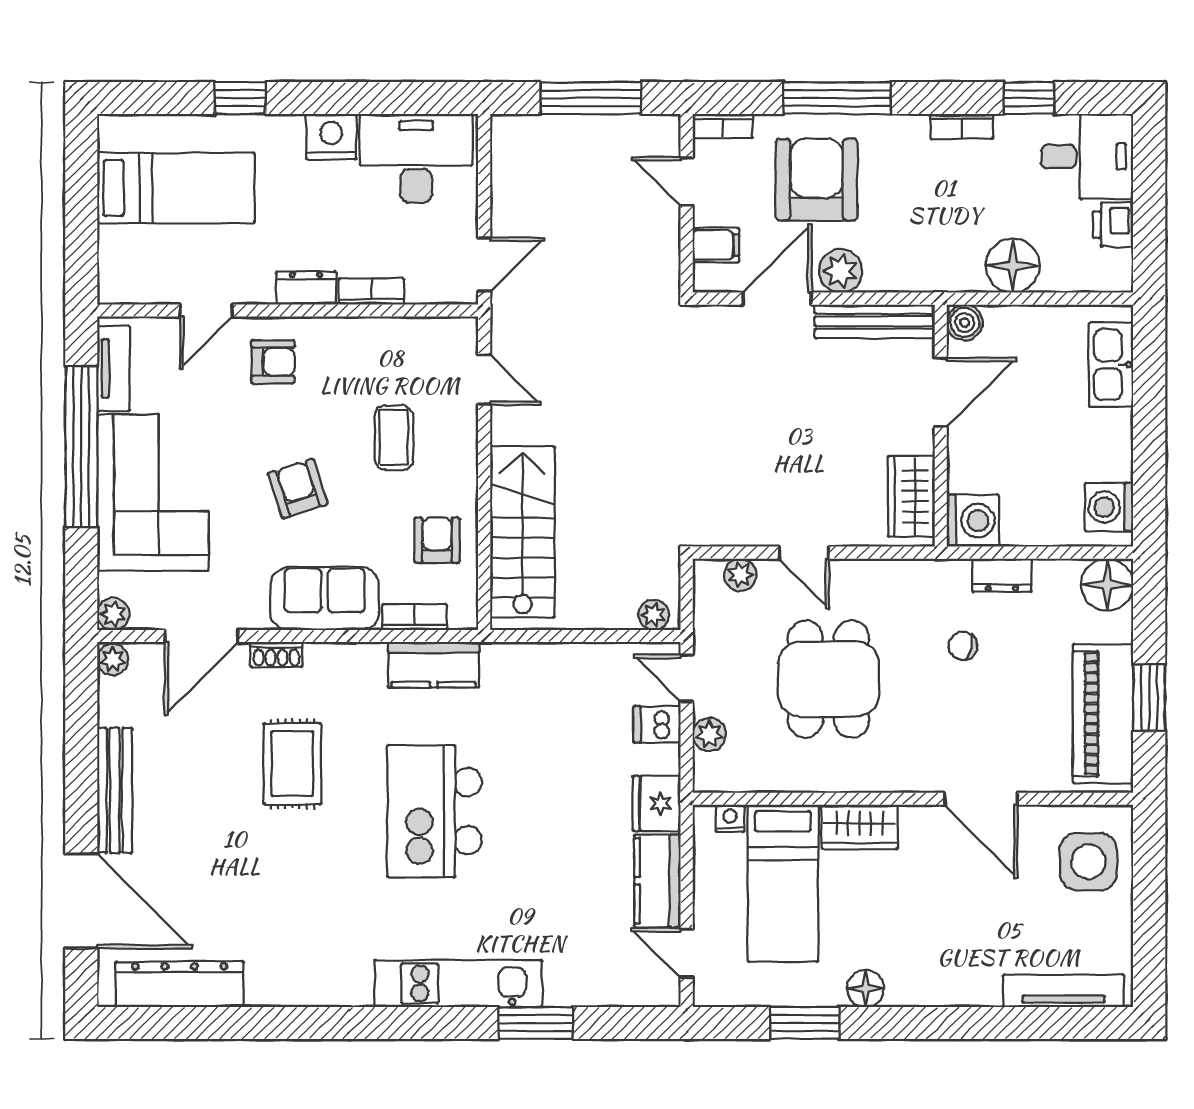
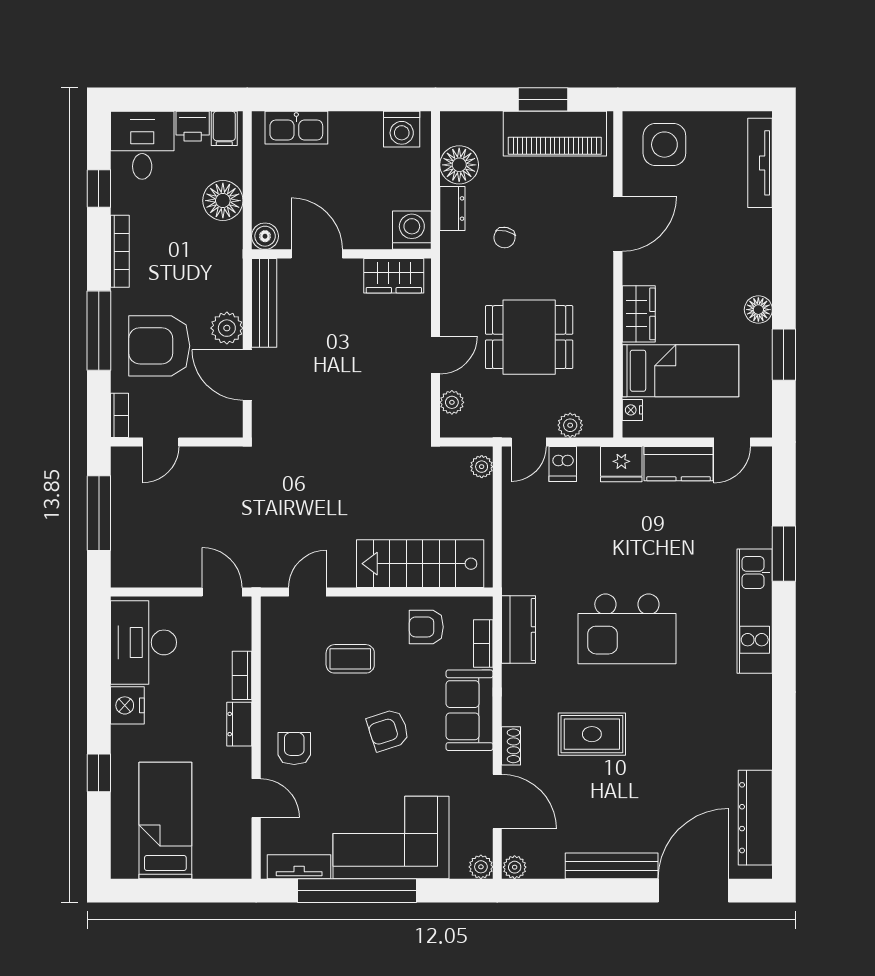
bookcase: (962, 126) -> (120, 251), width x1.56
filing cabinet: (716, 245) -> (224, 128), moved, turned 180
floor lamp: (1107, 585) -> (459, 165), moved

